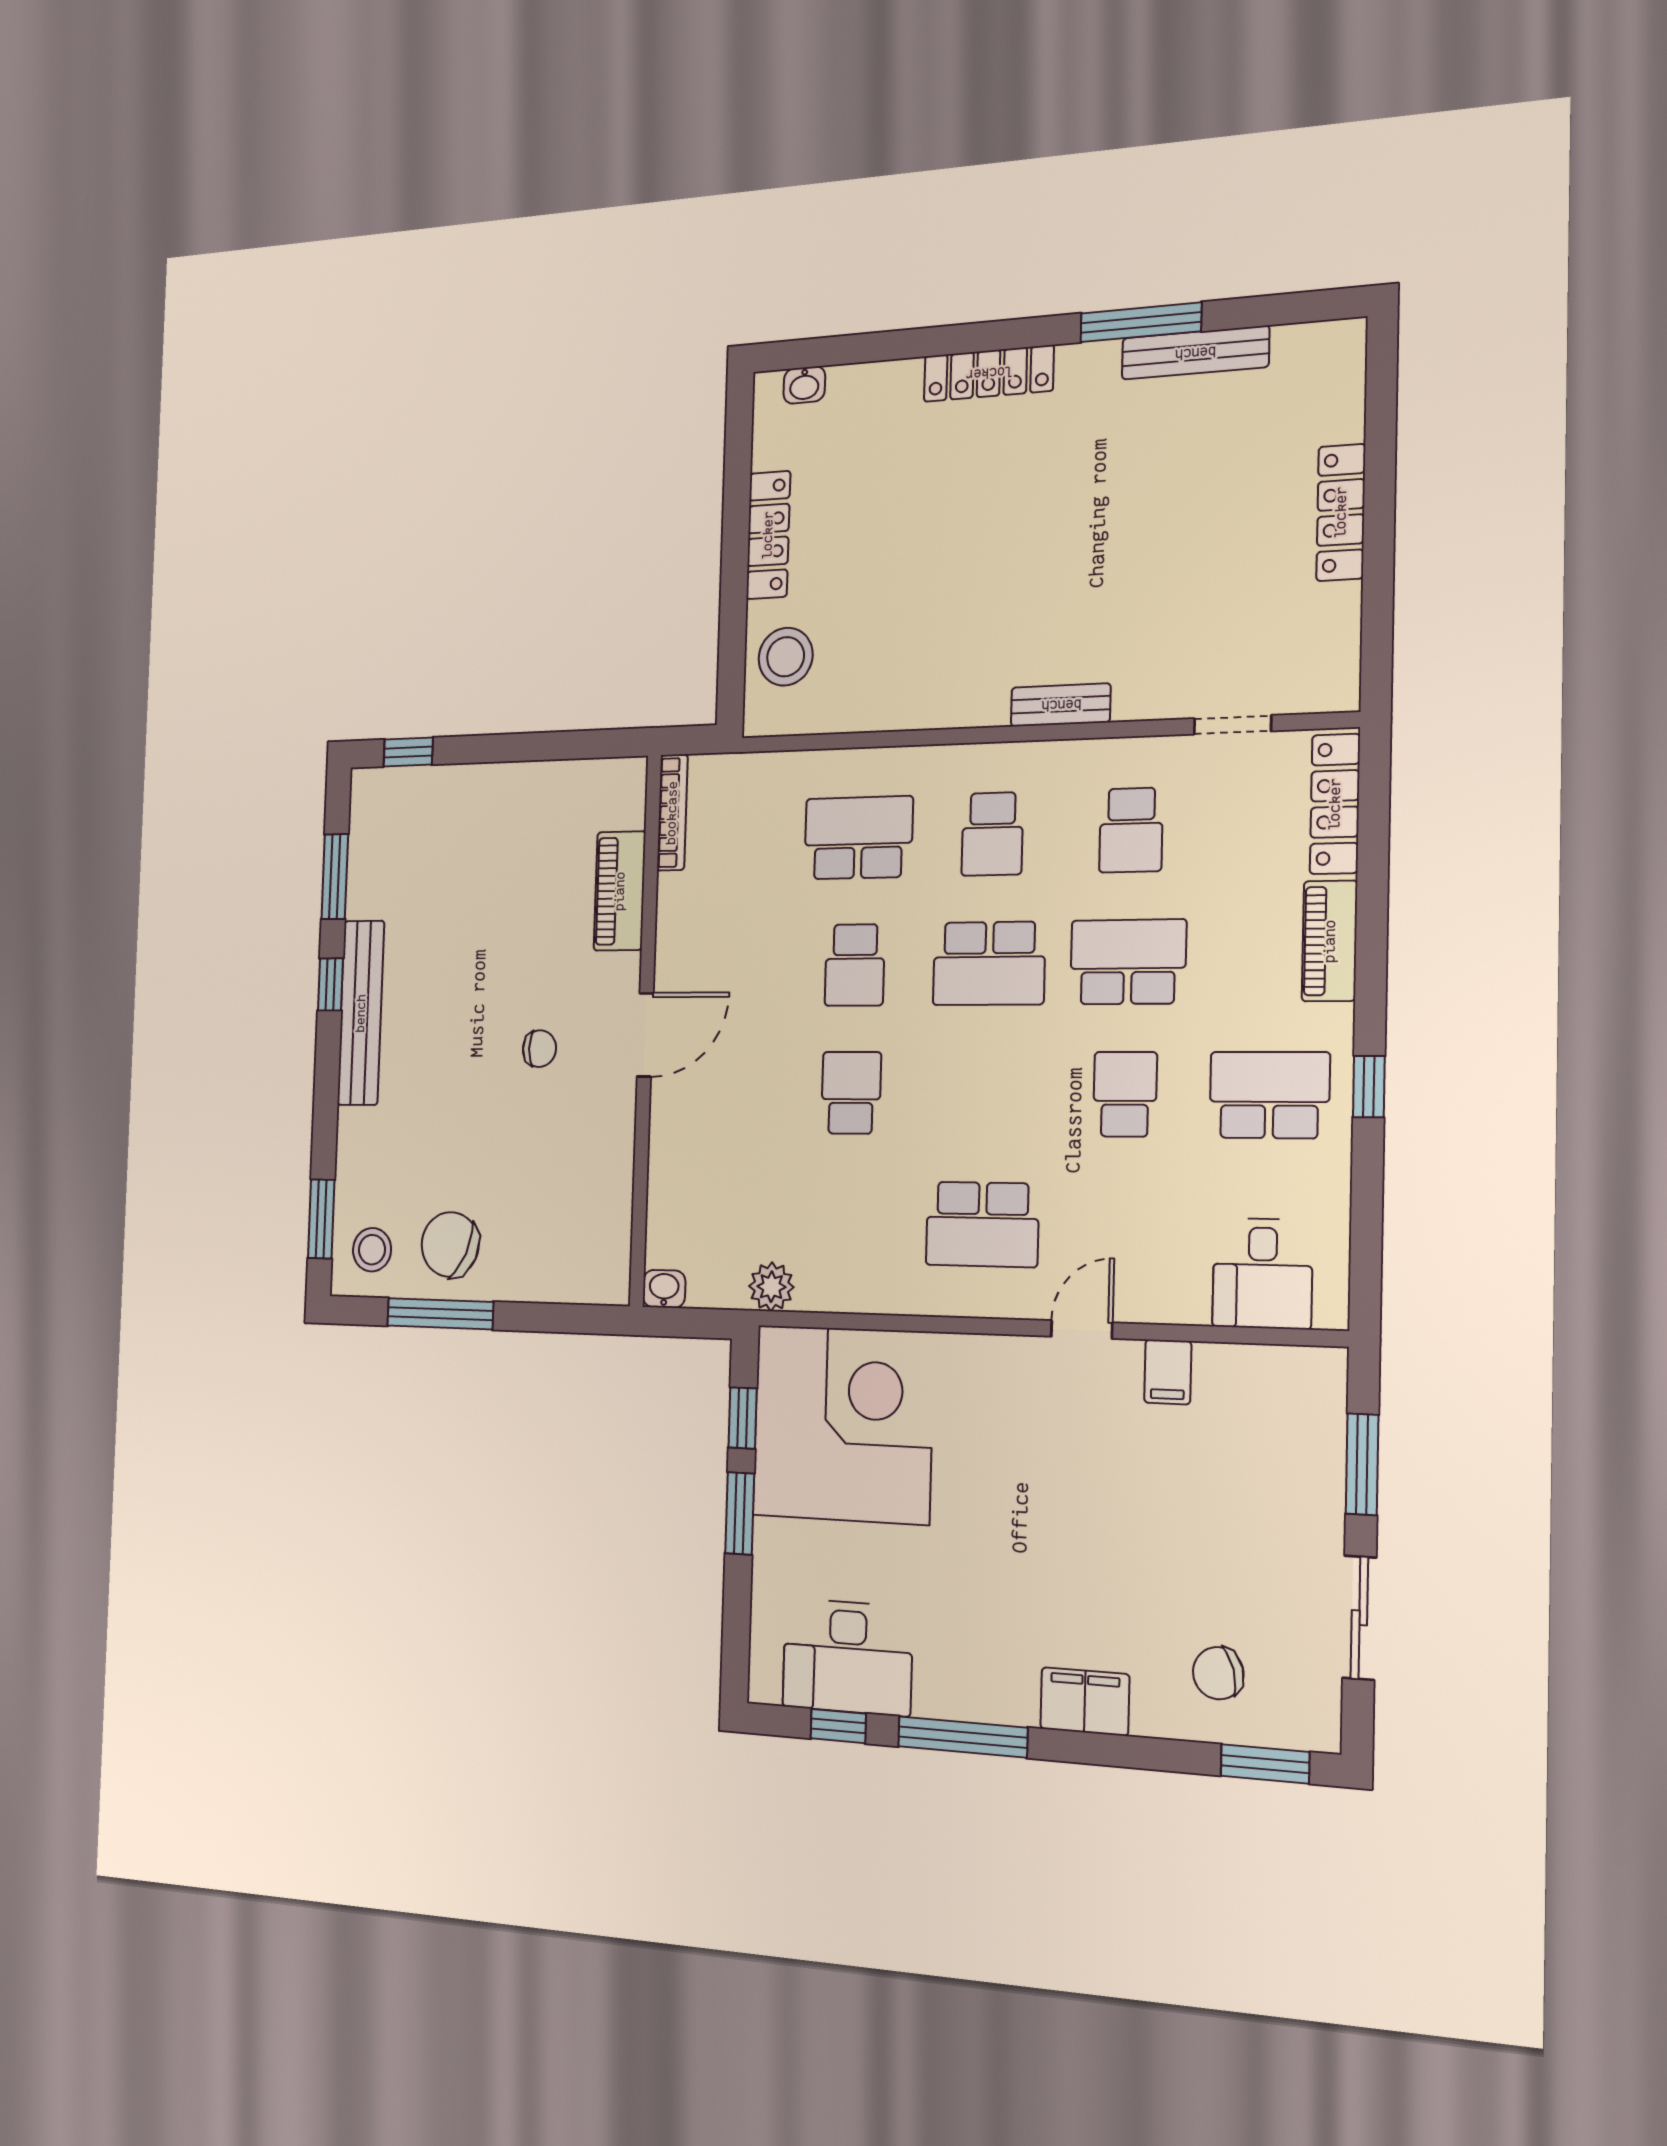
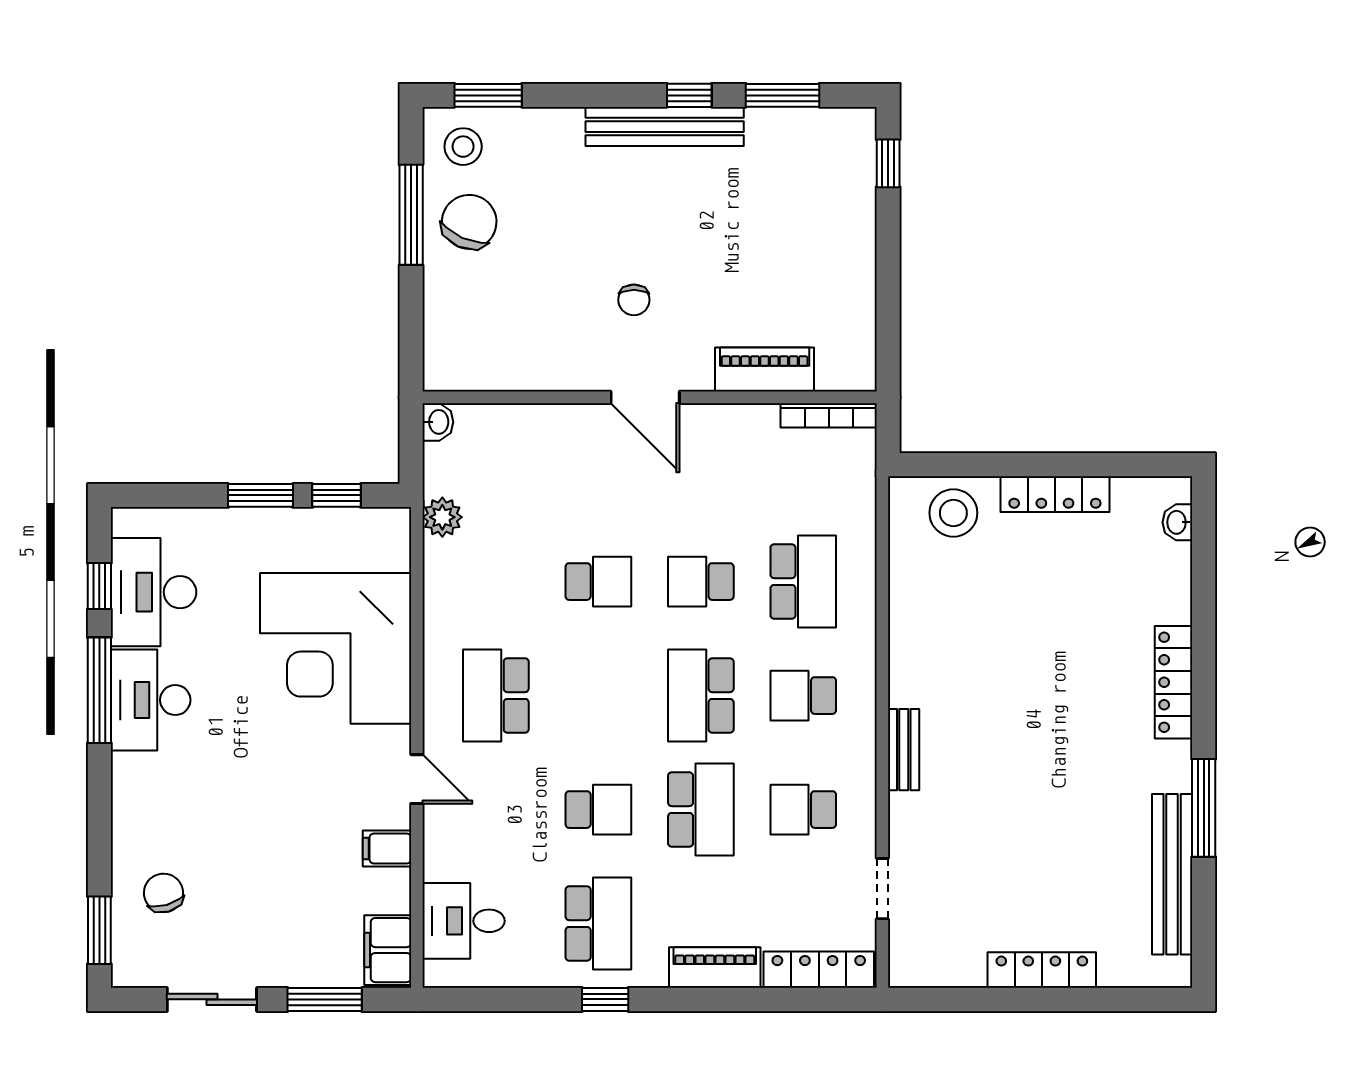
bench: (1195, 353) -> (1172, 874), width x1.37, depth x1.21
corner desk: (843, 1424) -> (336, 648), moved, turned 90
desk: (976, 1671) -> (151, 700), added
filing cabinet: (1085, 1701) -> (388, 950), moved, turned 180

